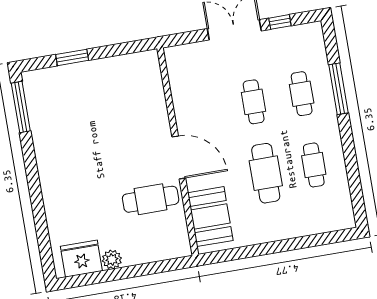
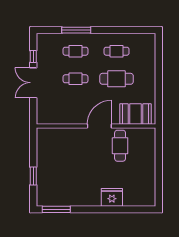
fridge: (81, 259) -> (112, 197), moved, turned 90
plant: (112, 259) -> (150, 173), removed

